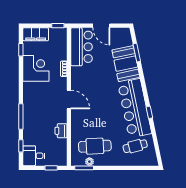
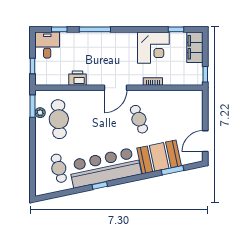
door: (101, 26) -> (205, 141), moved
bar counter: (82, 47) -> (180, 103), removed
cafe table: (95, 80) -> (139, 119), added

